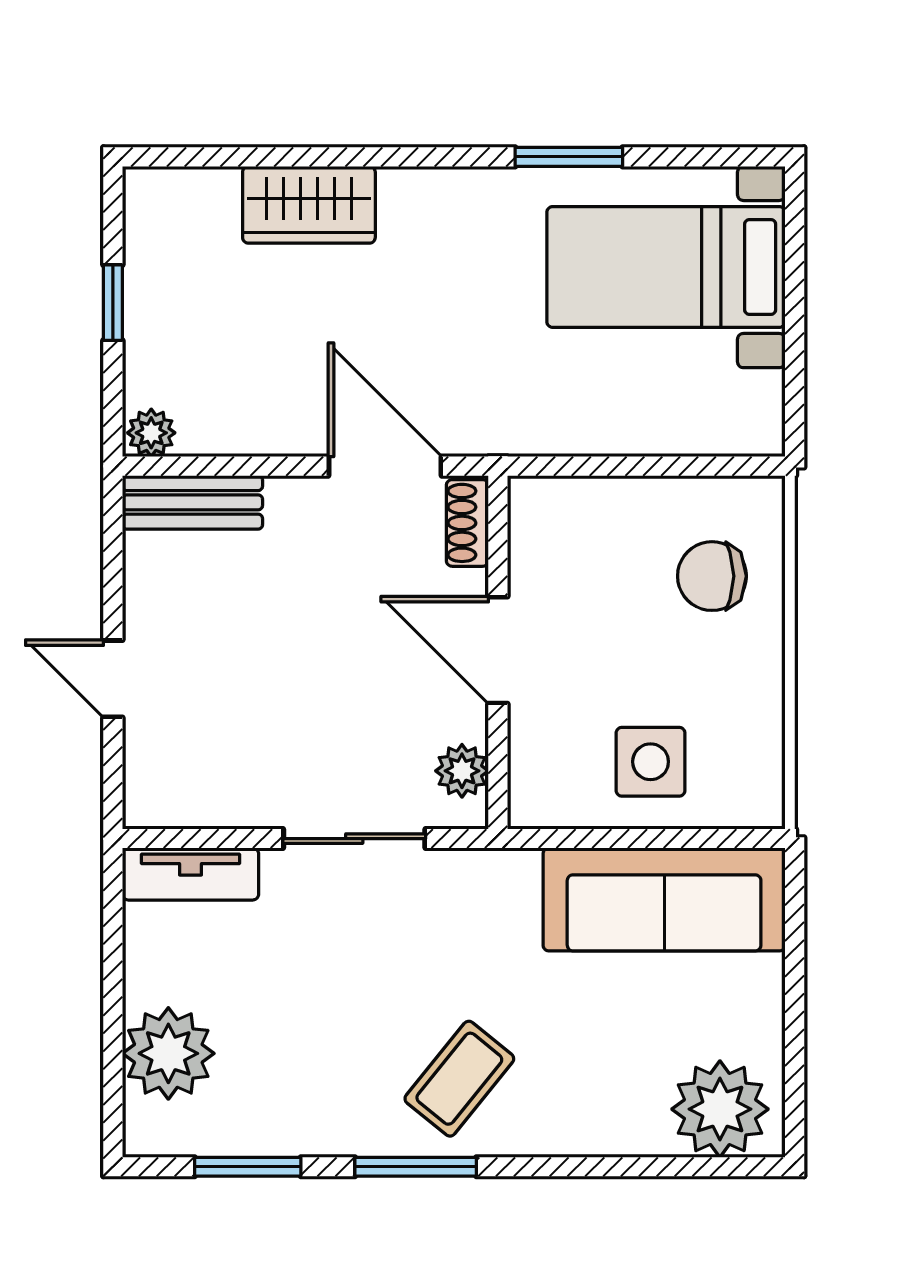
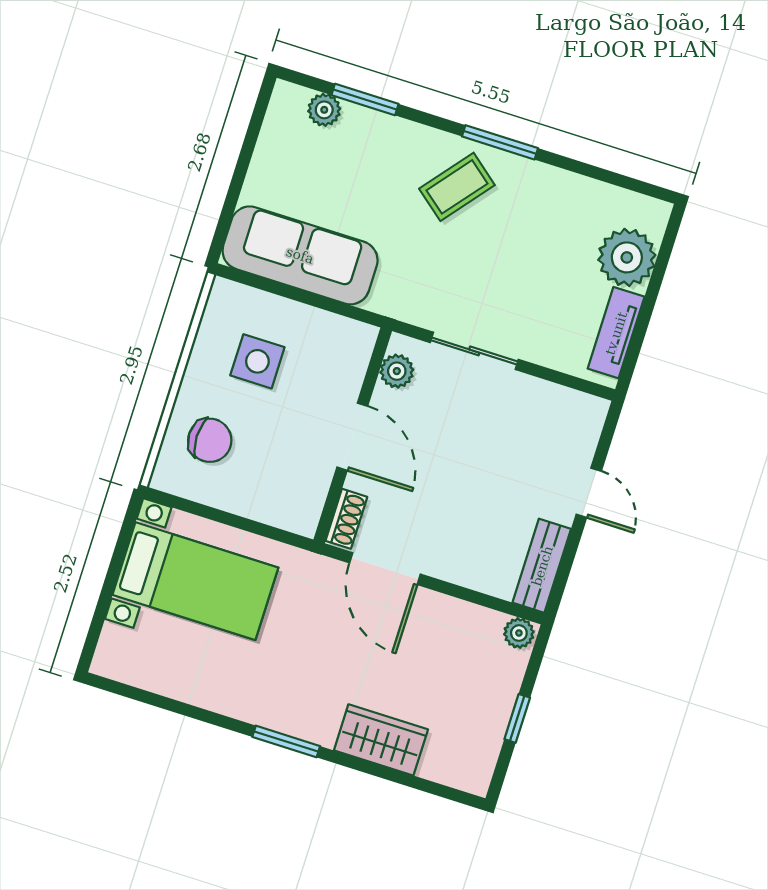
window: (569, 157) -> (286, 741), moved
bed with nightstands: (666, 267) -> (195, 581), moved
bench: (192, 502) -> (542, 566), moved, turned 90
side table: (651, 762) -> (257, 361), moved
tv unit: (190, 874) -> (616, 333), moved, turned -90
plant: (720, 1109) -> (324, 110), width x0.53, depth x0.53
window: (248, 1167) -> (365, 100), moved

